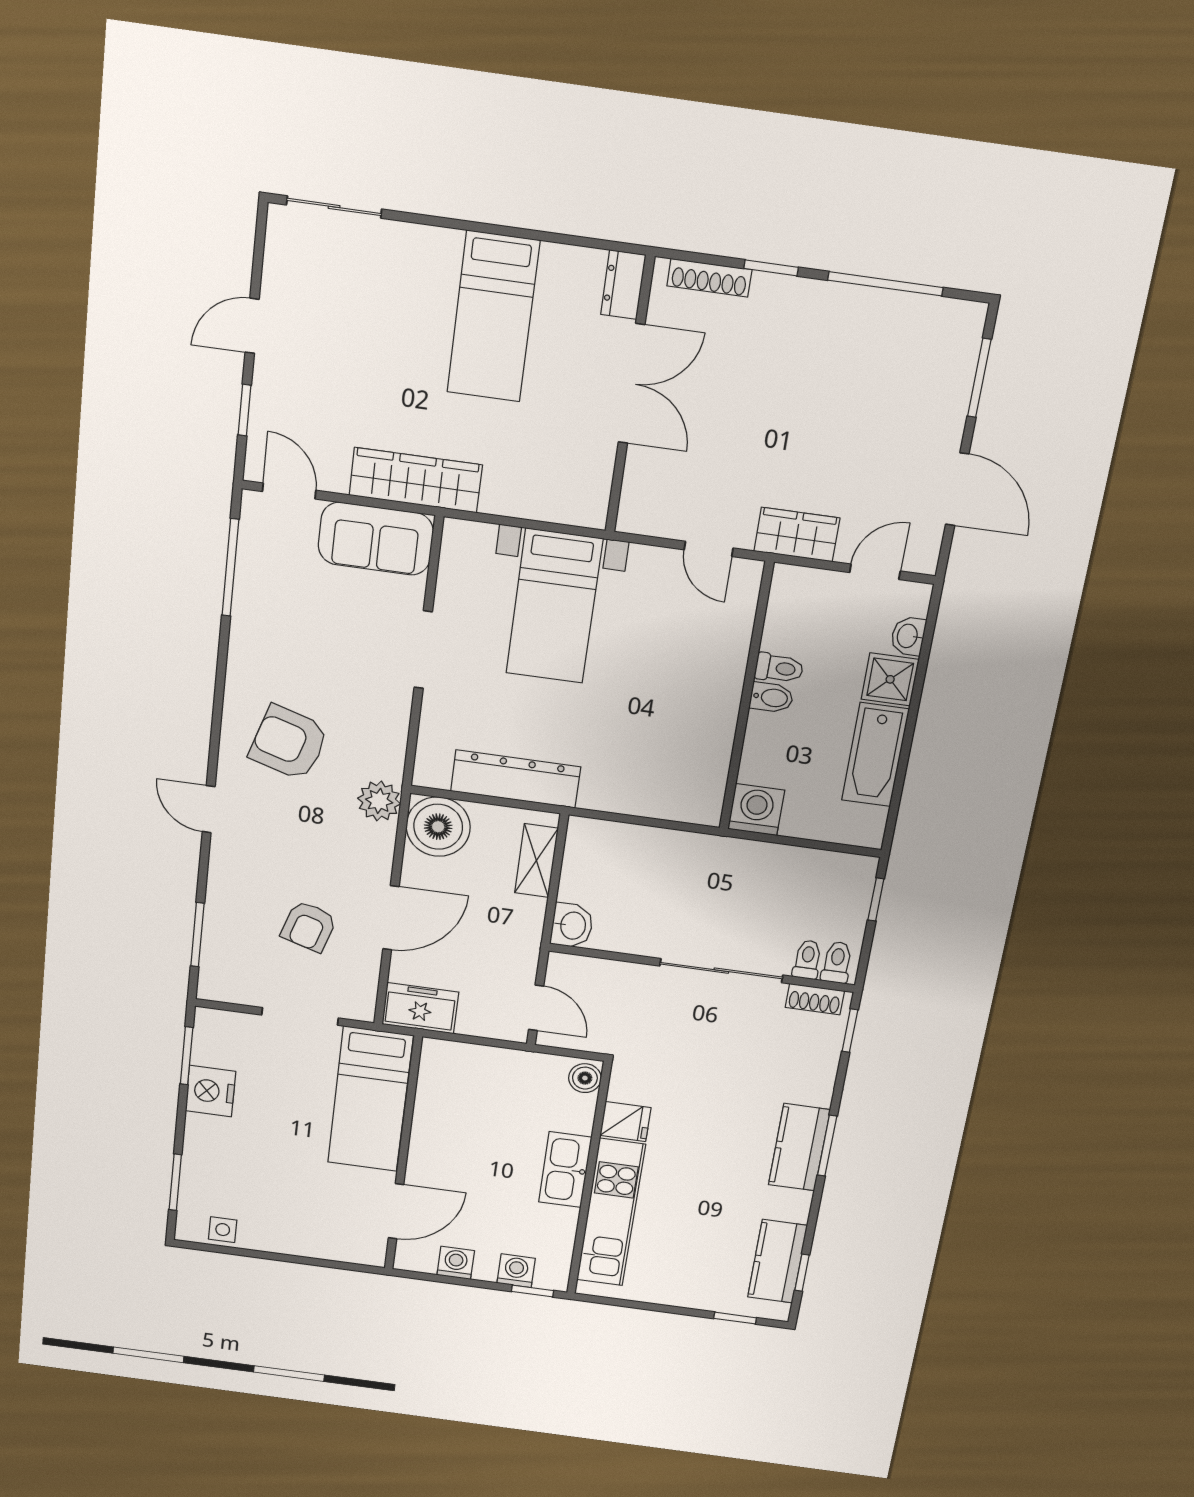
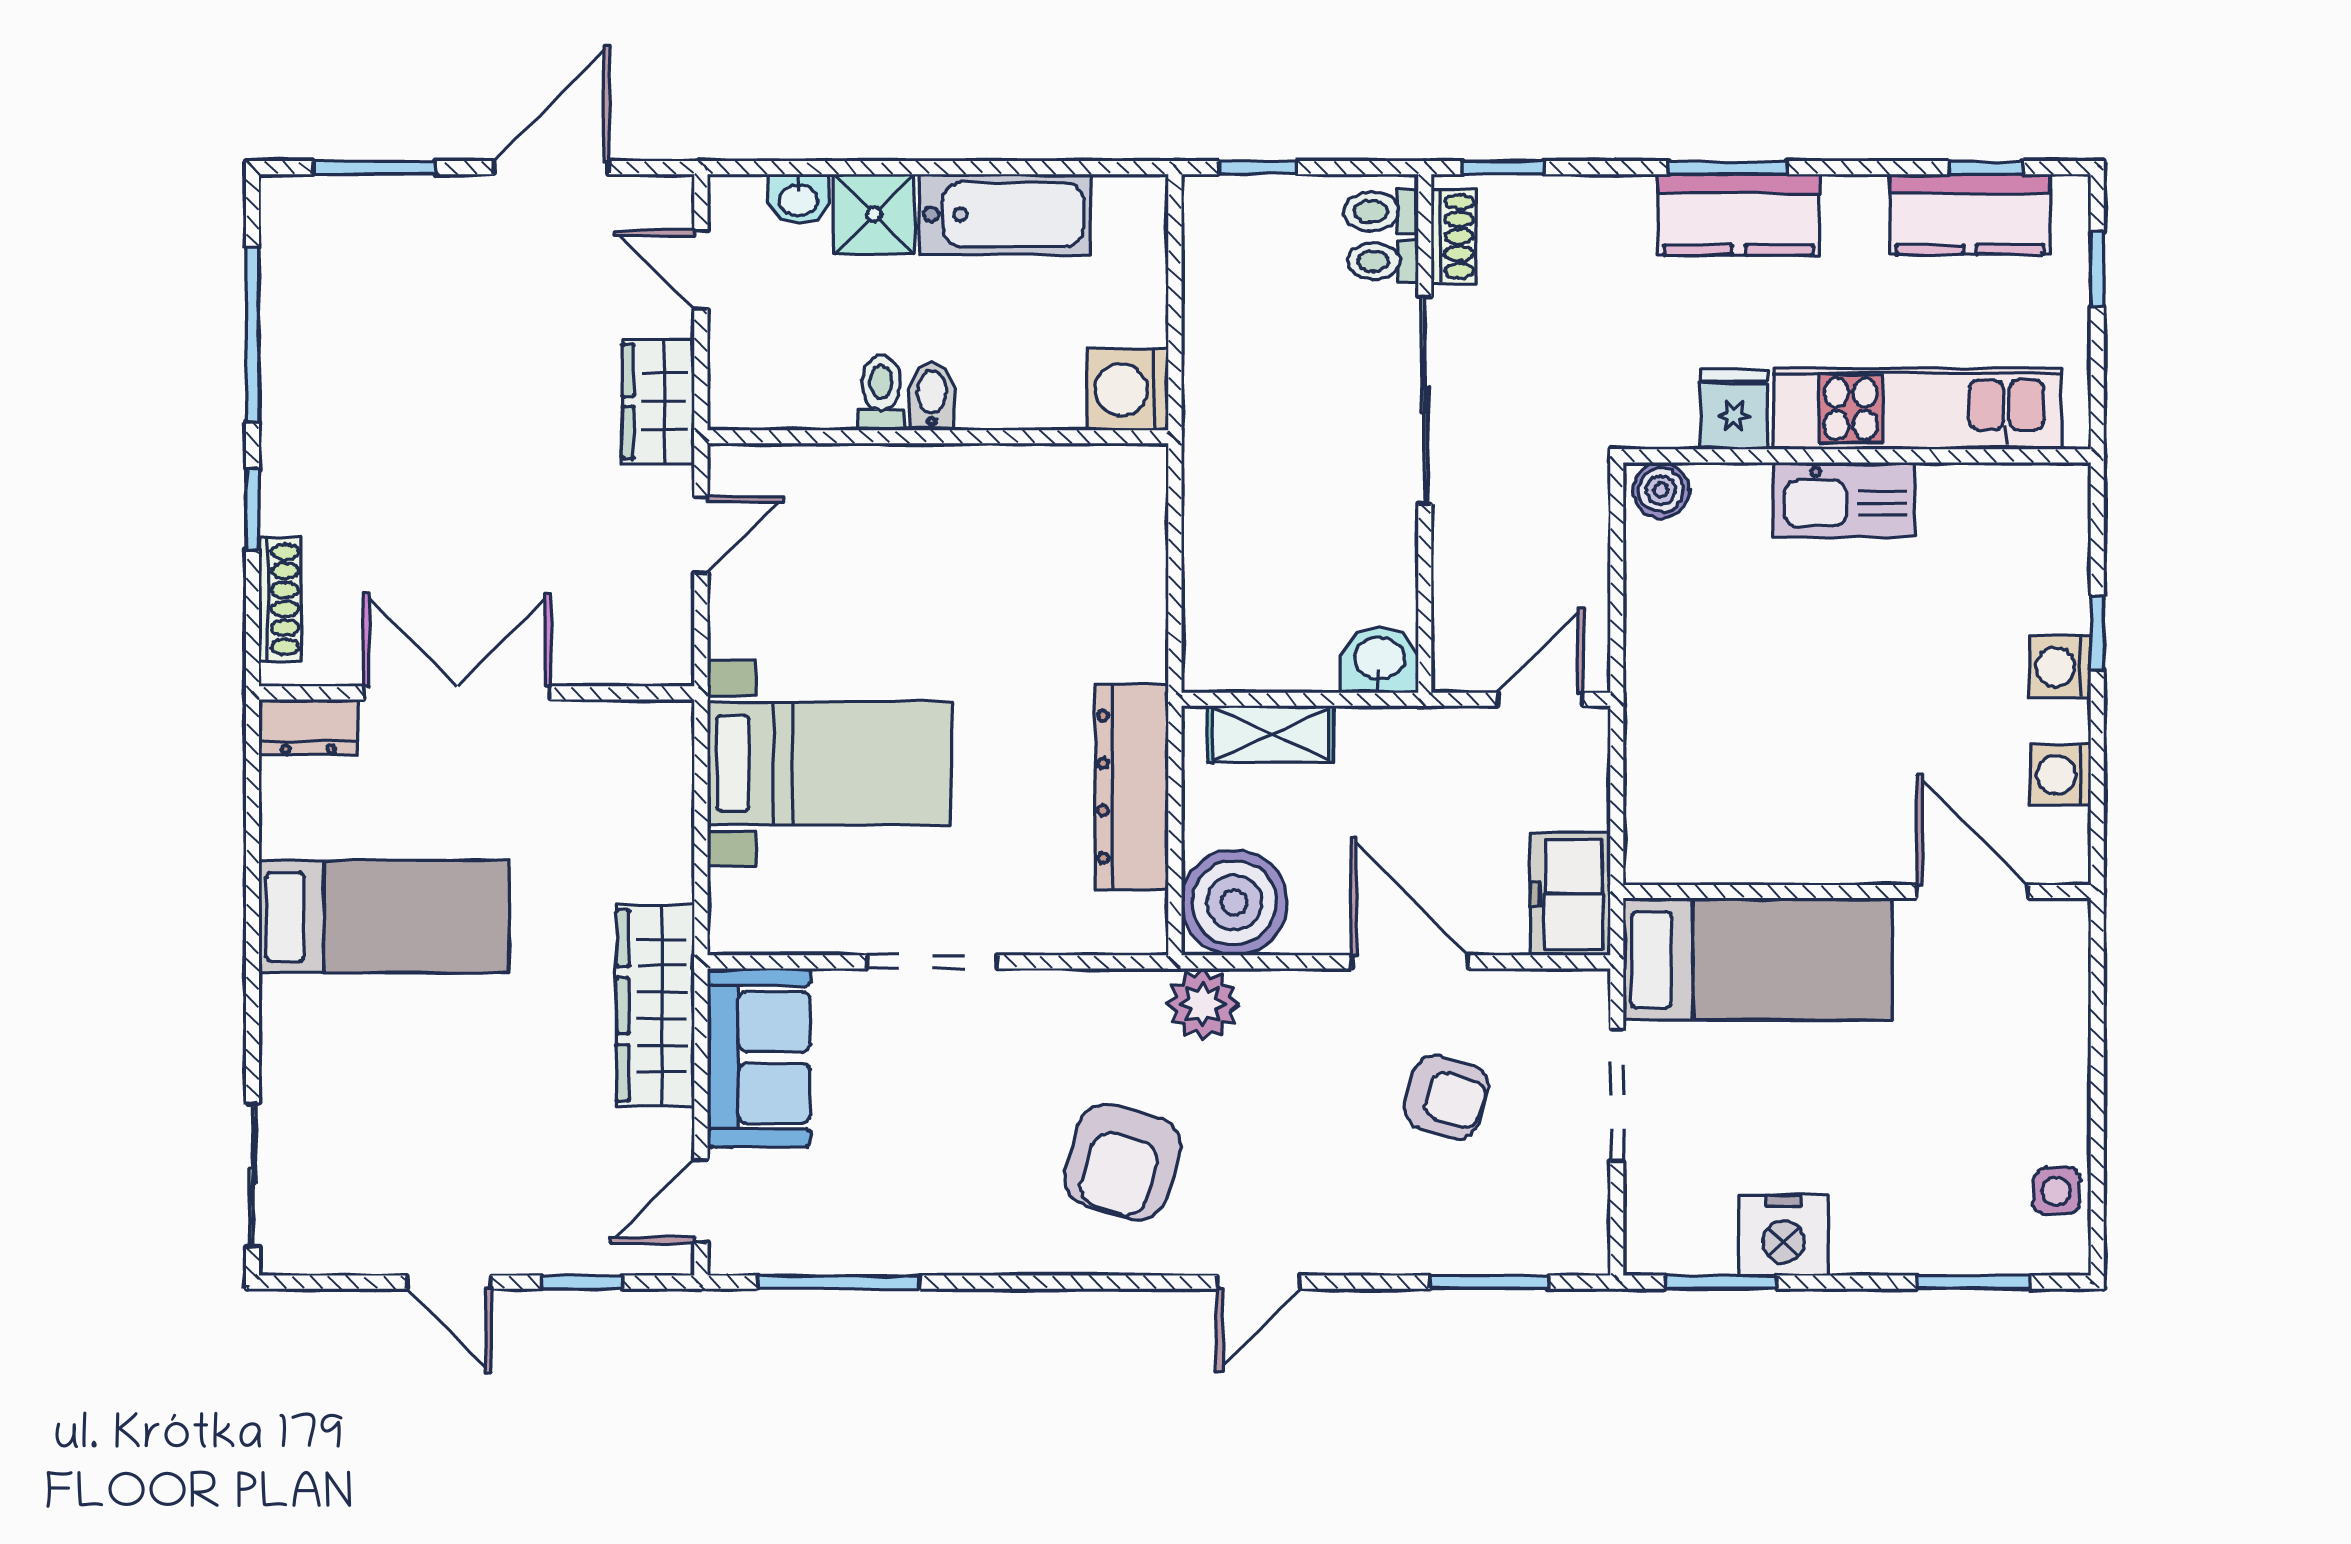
boiler: (585, 1078) -> (1661, 490), moved
fridge: (625, 1122) -> (1734, 409), moved
kitchen sink: (565, 1170) -> (1844, 500), moved
wall: (589, 1179) -> (1857, 456), moved
kitchen unit: (611, 1213) -> (1917, 409), moved

